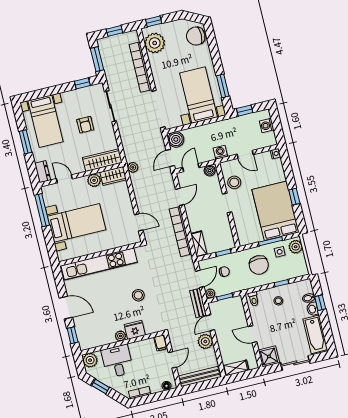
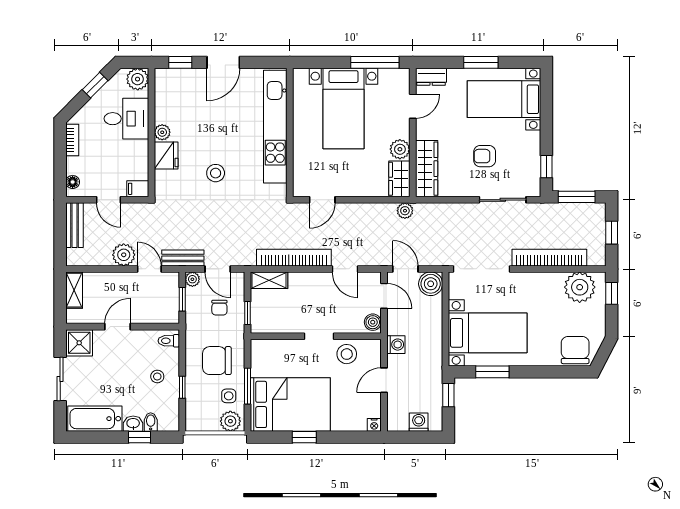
bench: (199, 377) -> (74, 225), width x0.73

